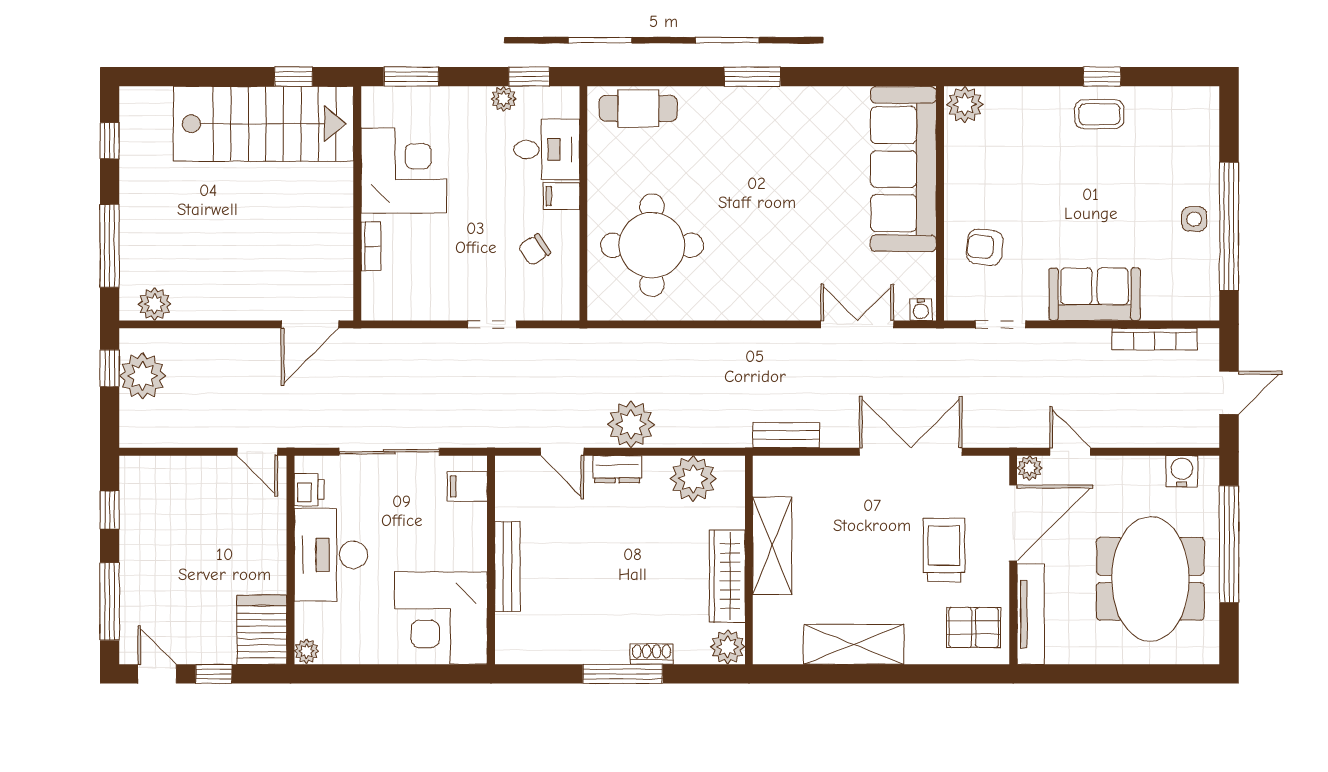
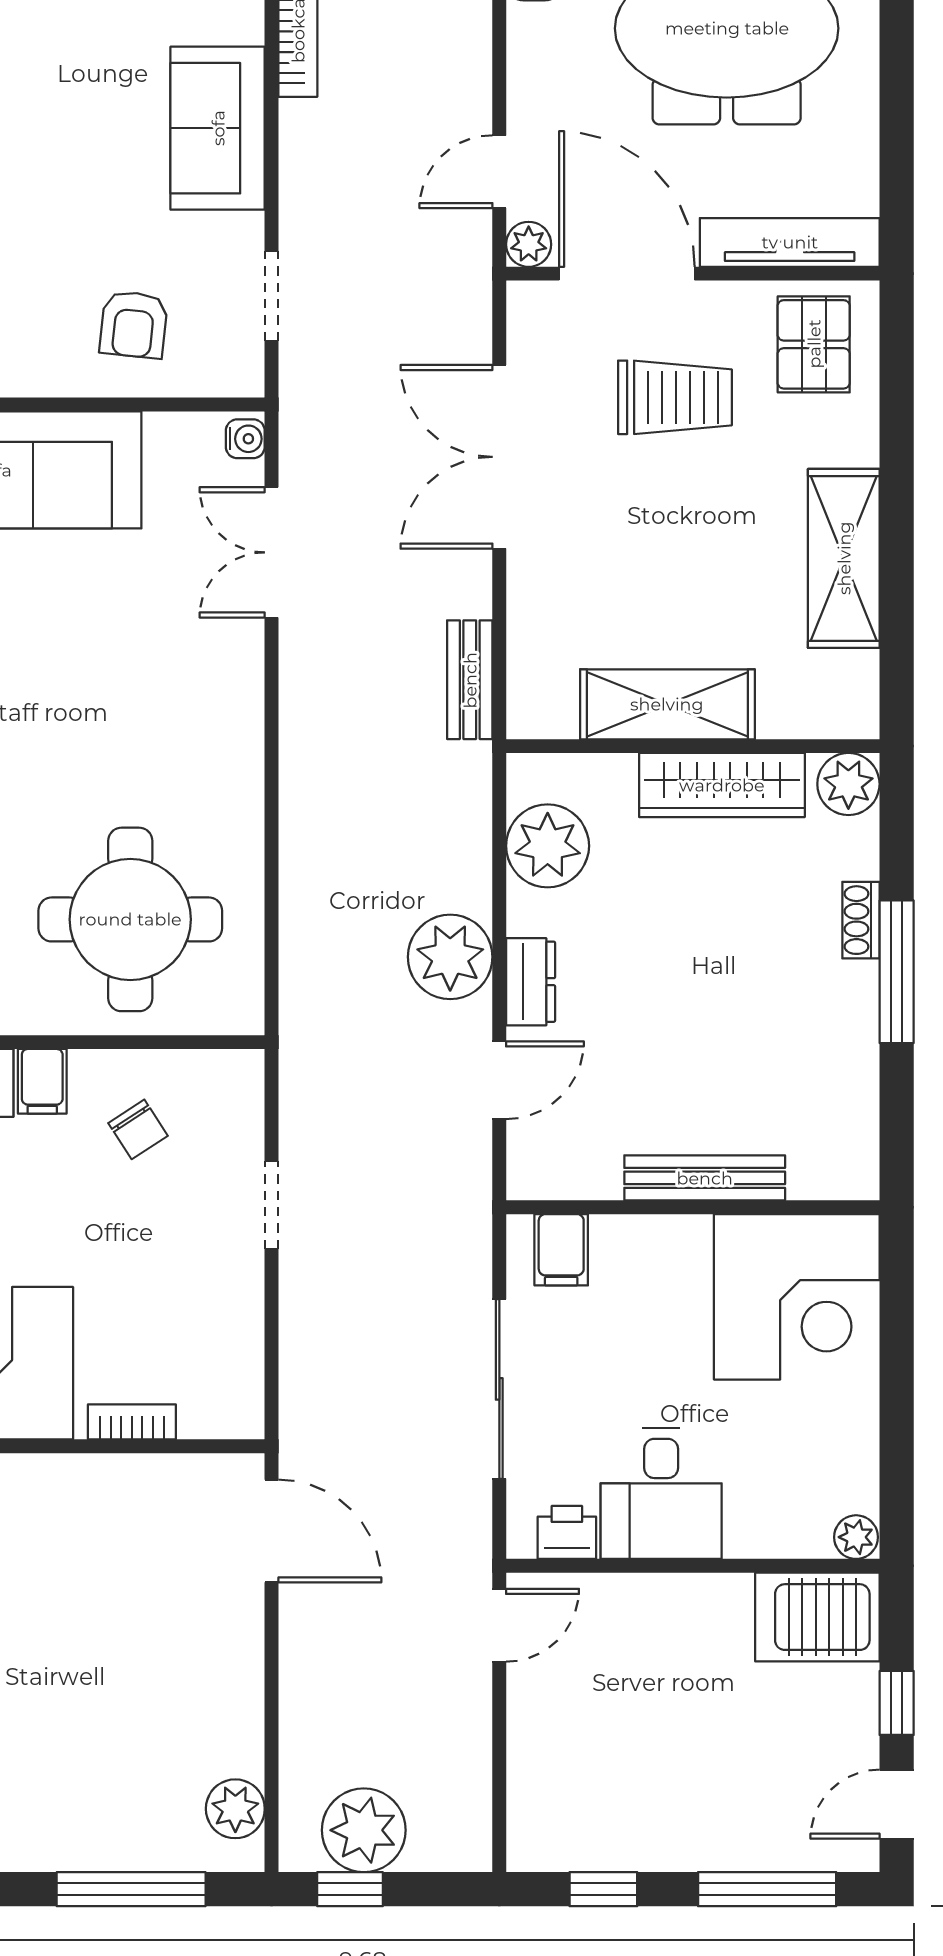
trolley: (944, 550) -> (675, 397), turned 180
desk: (331, 555) -> (661, 1494), width x0.73

